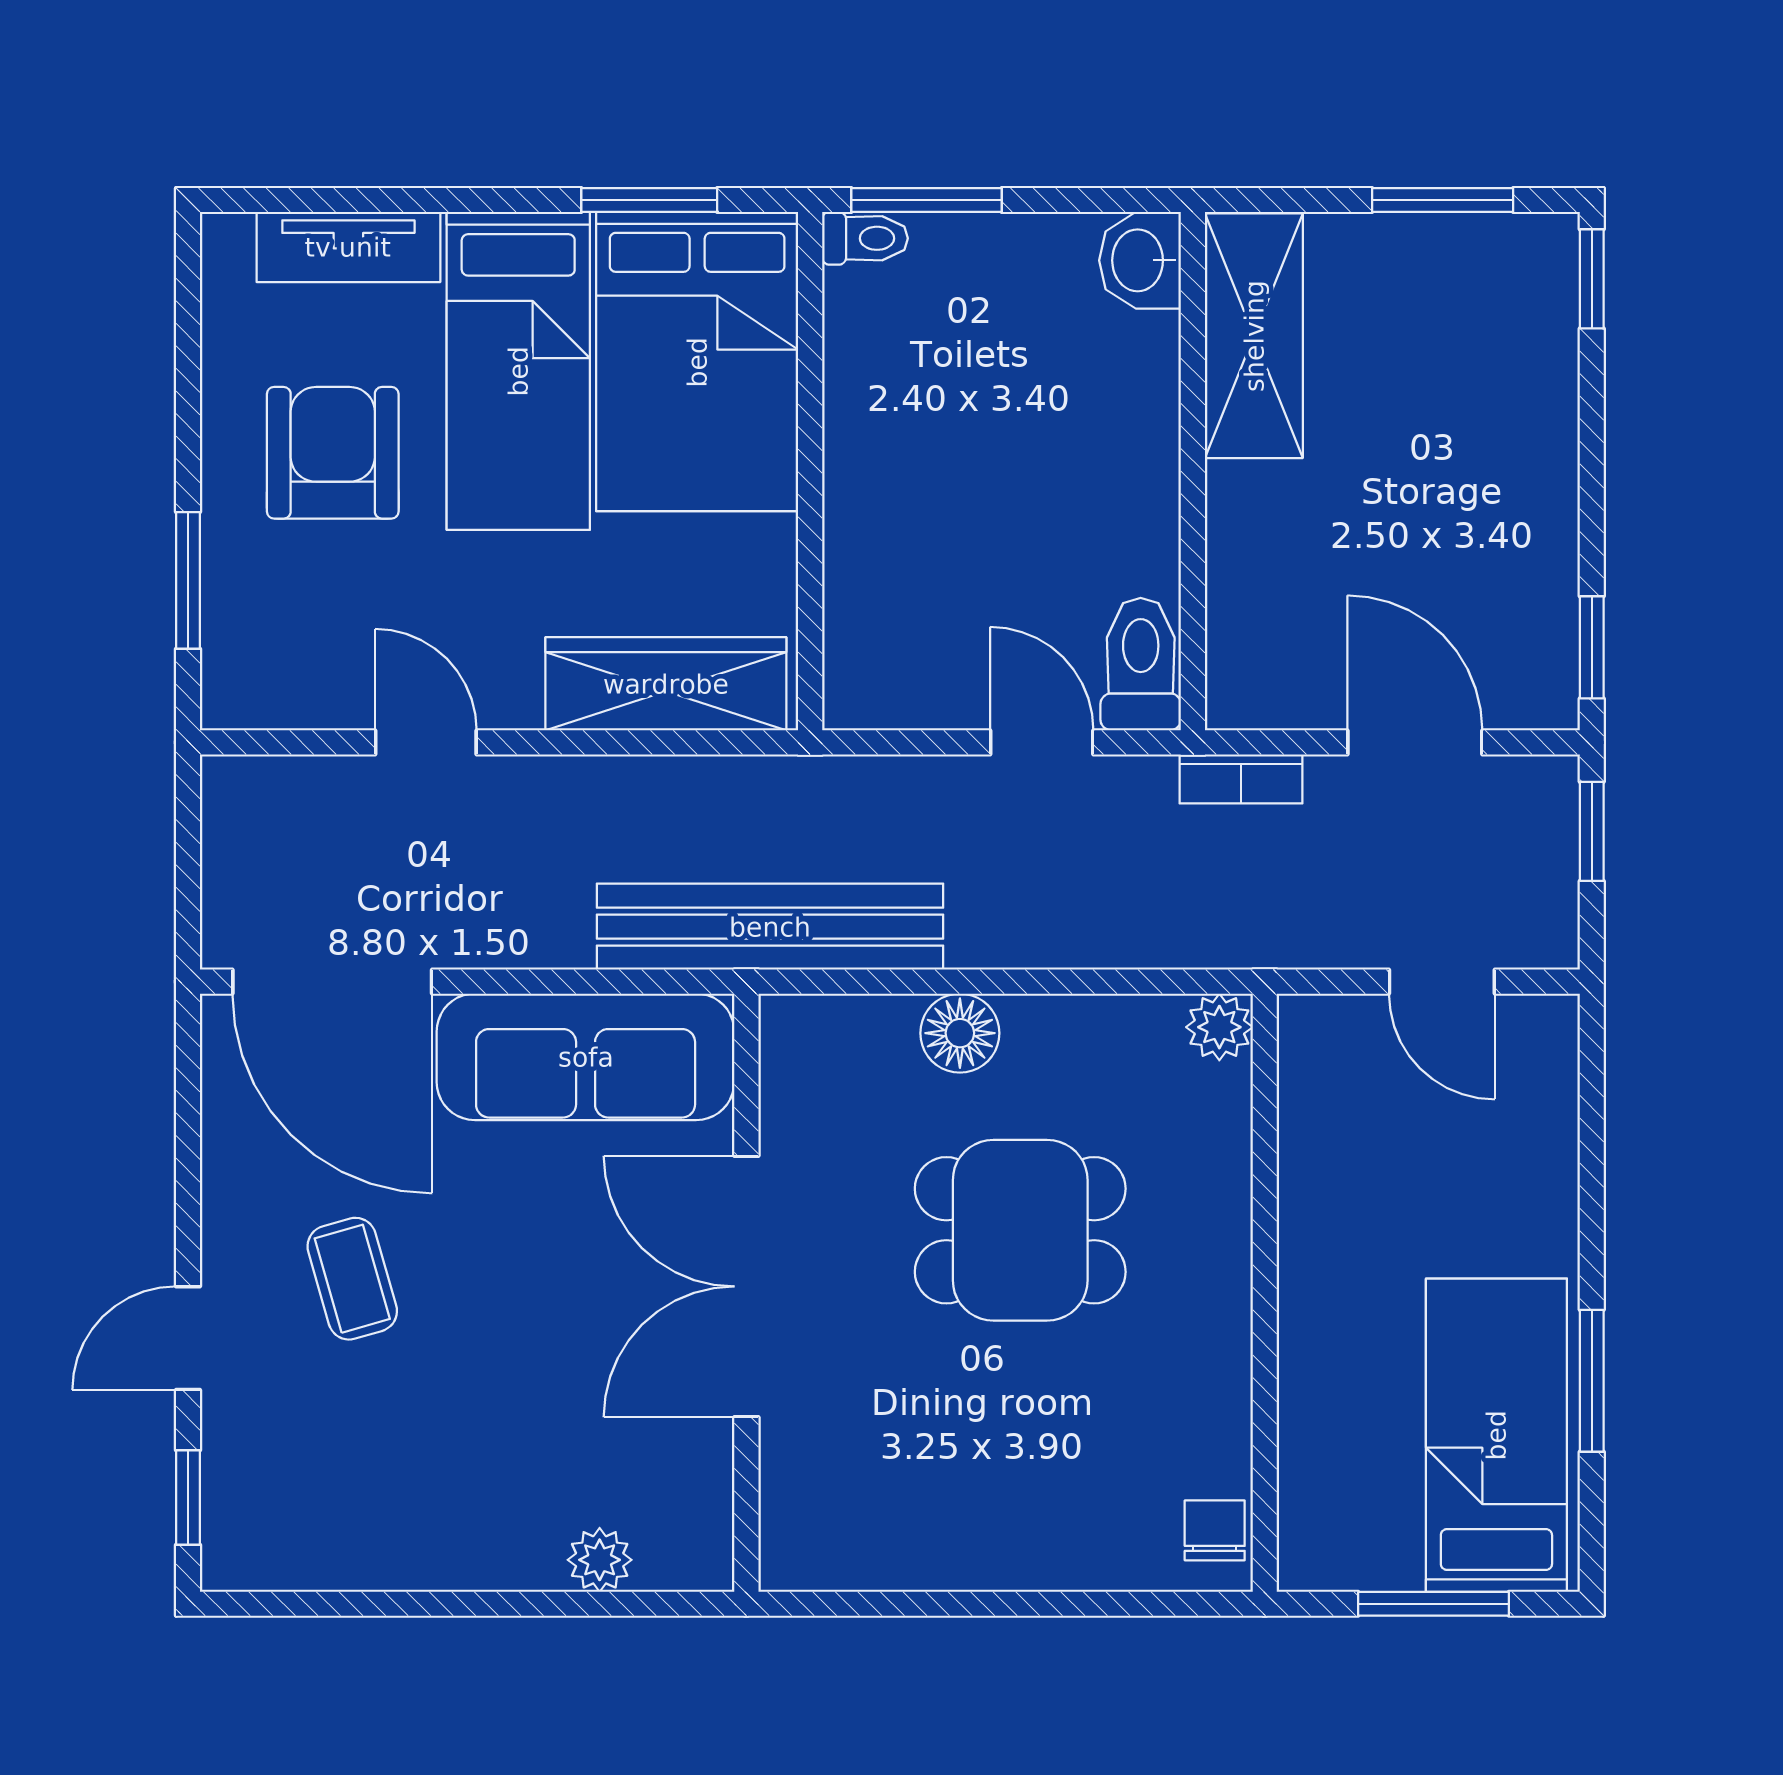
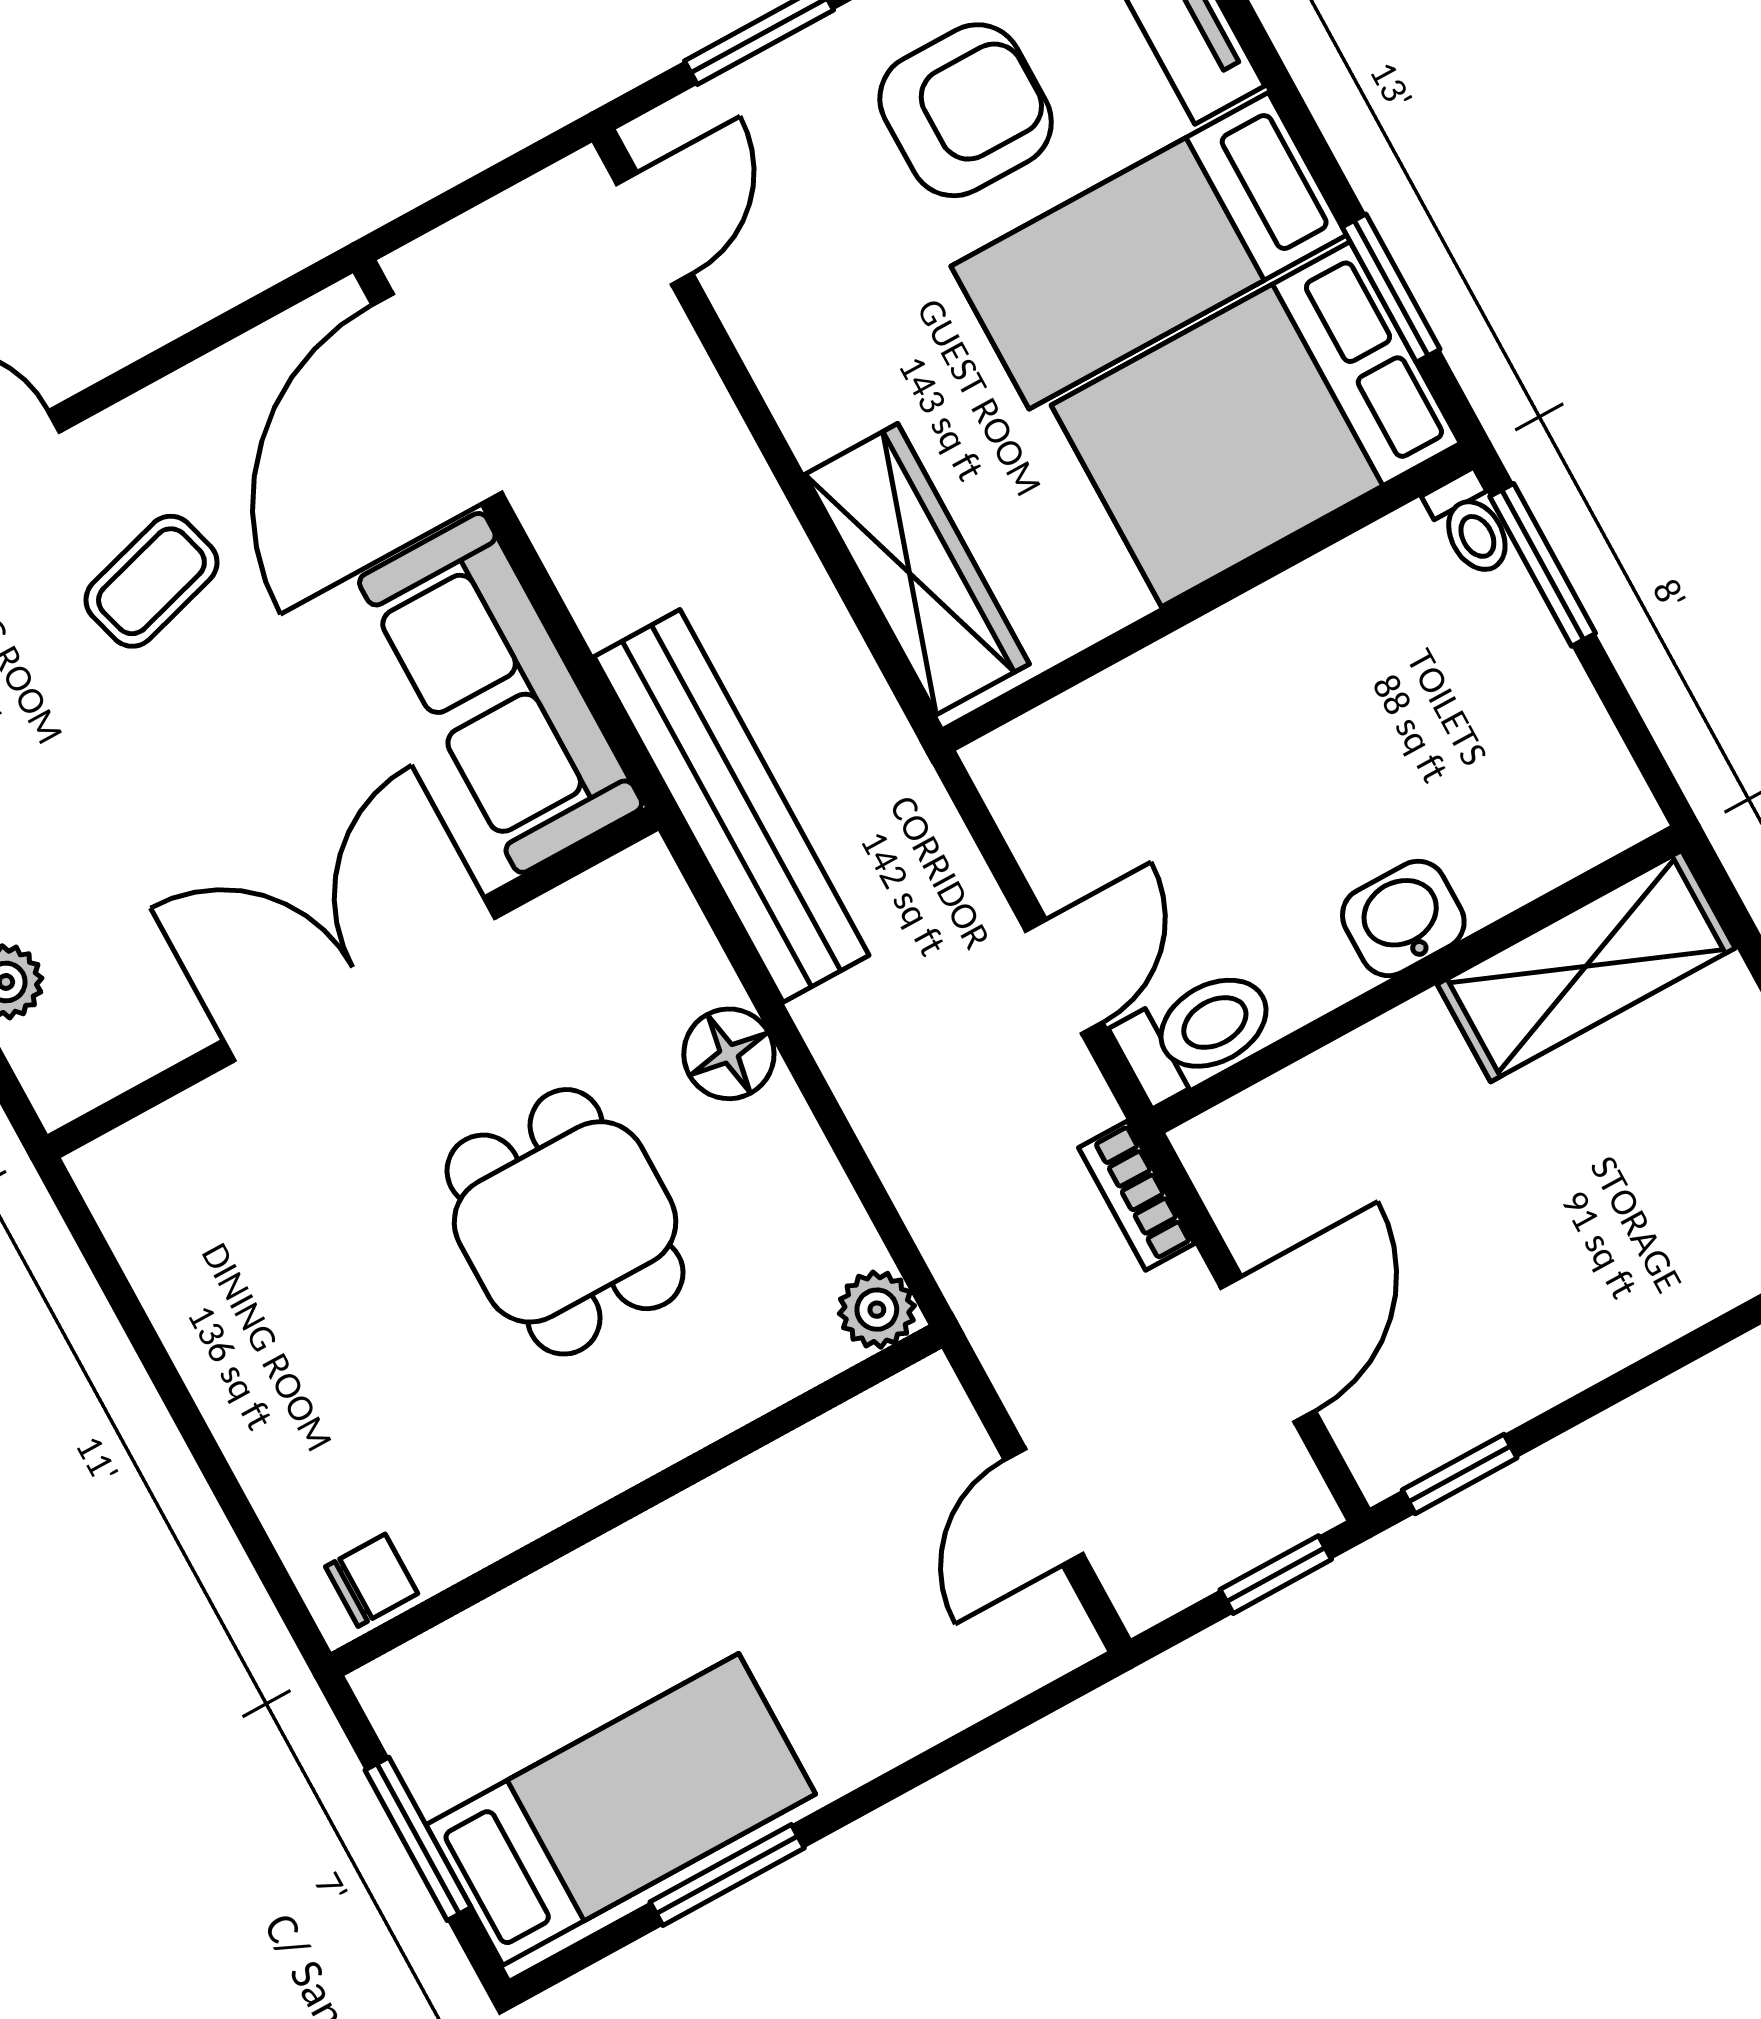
washbasin: (1140, 260) -> (1403, 918), moved
door: (426, 742) -> (655, 229), moved

